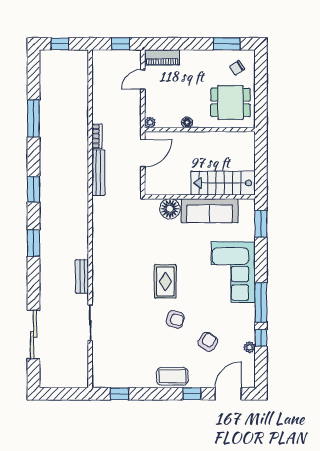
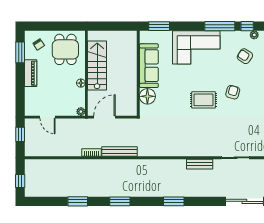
piano: (162, 57) -> (31, 73), moved
window: (34, 118) -> (78, 201), width x0.69
door: (143, 153) -> (104, 117), hinge flipped
stairs: (223, 183) -> (97, 65), moved, turned 180
window: (34, 189) -> (120, 201), moved
armchair: (208, 342) -> (245, 56), moved

